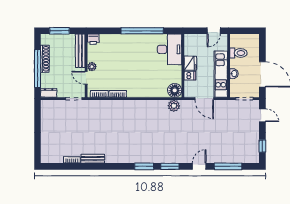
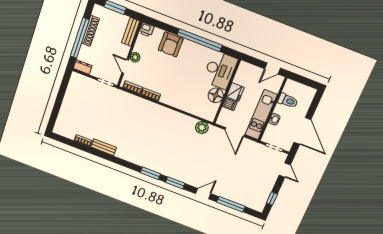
armchair: (119, 44) -> (171, 44), added
bench: (80, 51) -> (131, 32), width x0.73
floor lamp: (175, 90) -> (216, 95), moved

